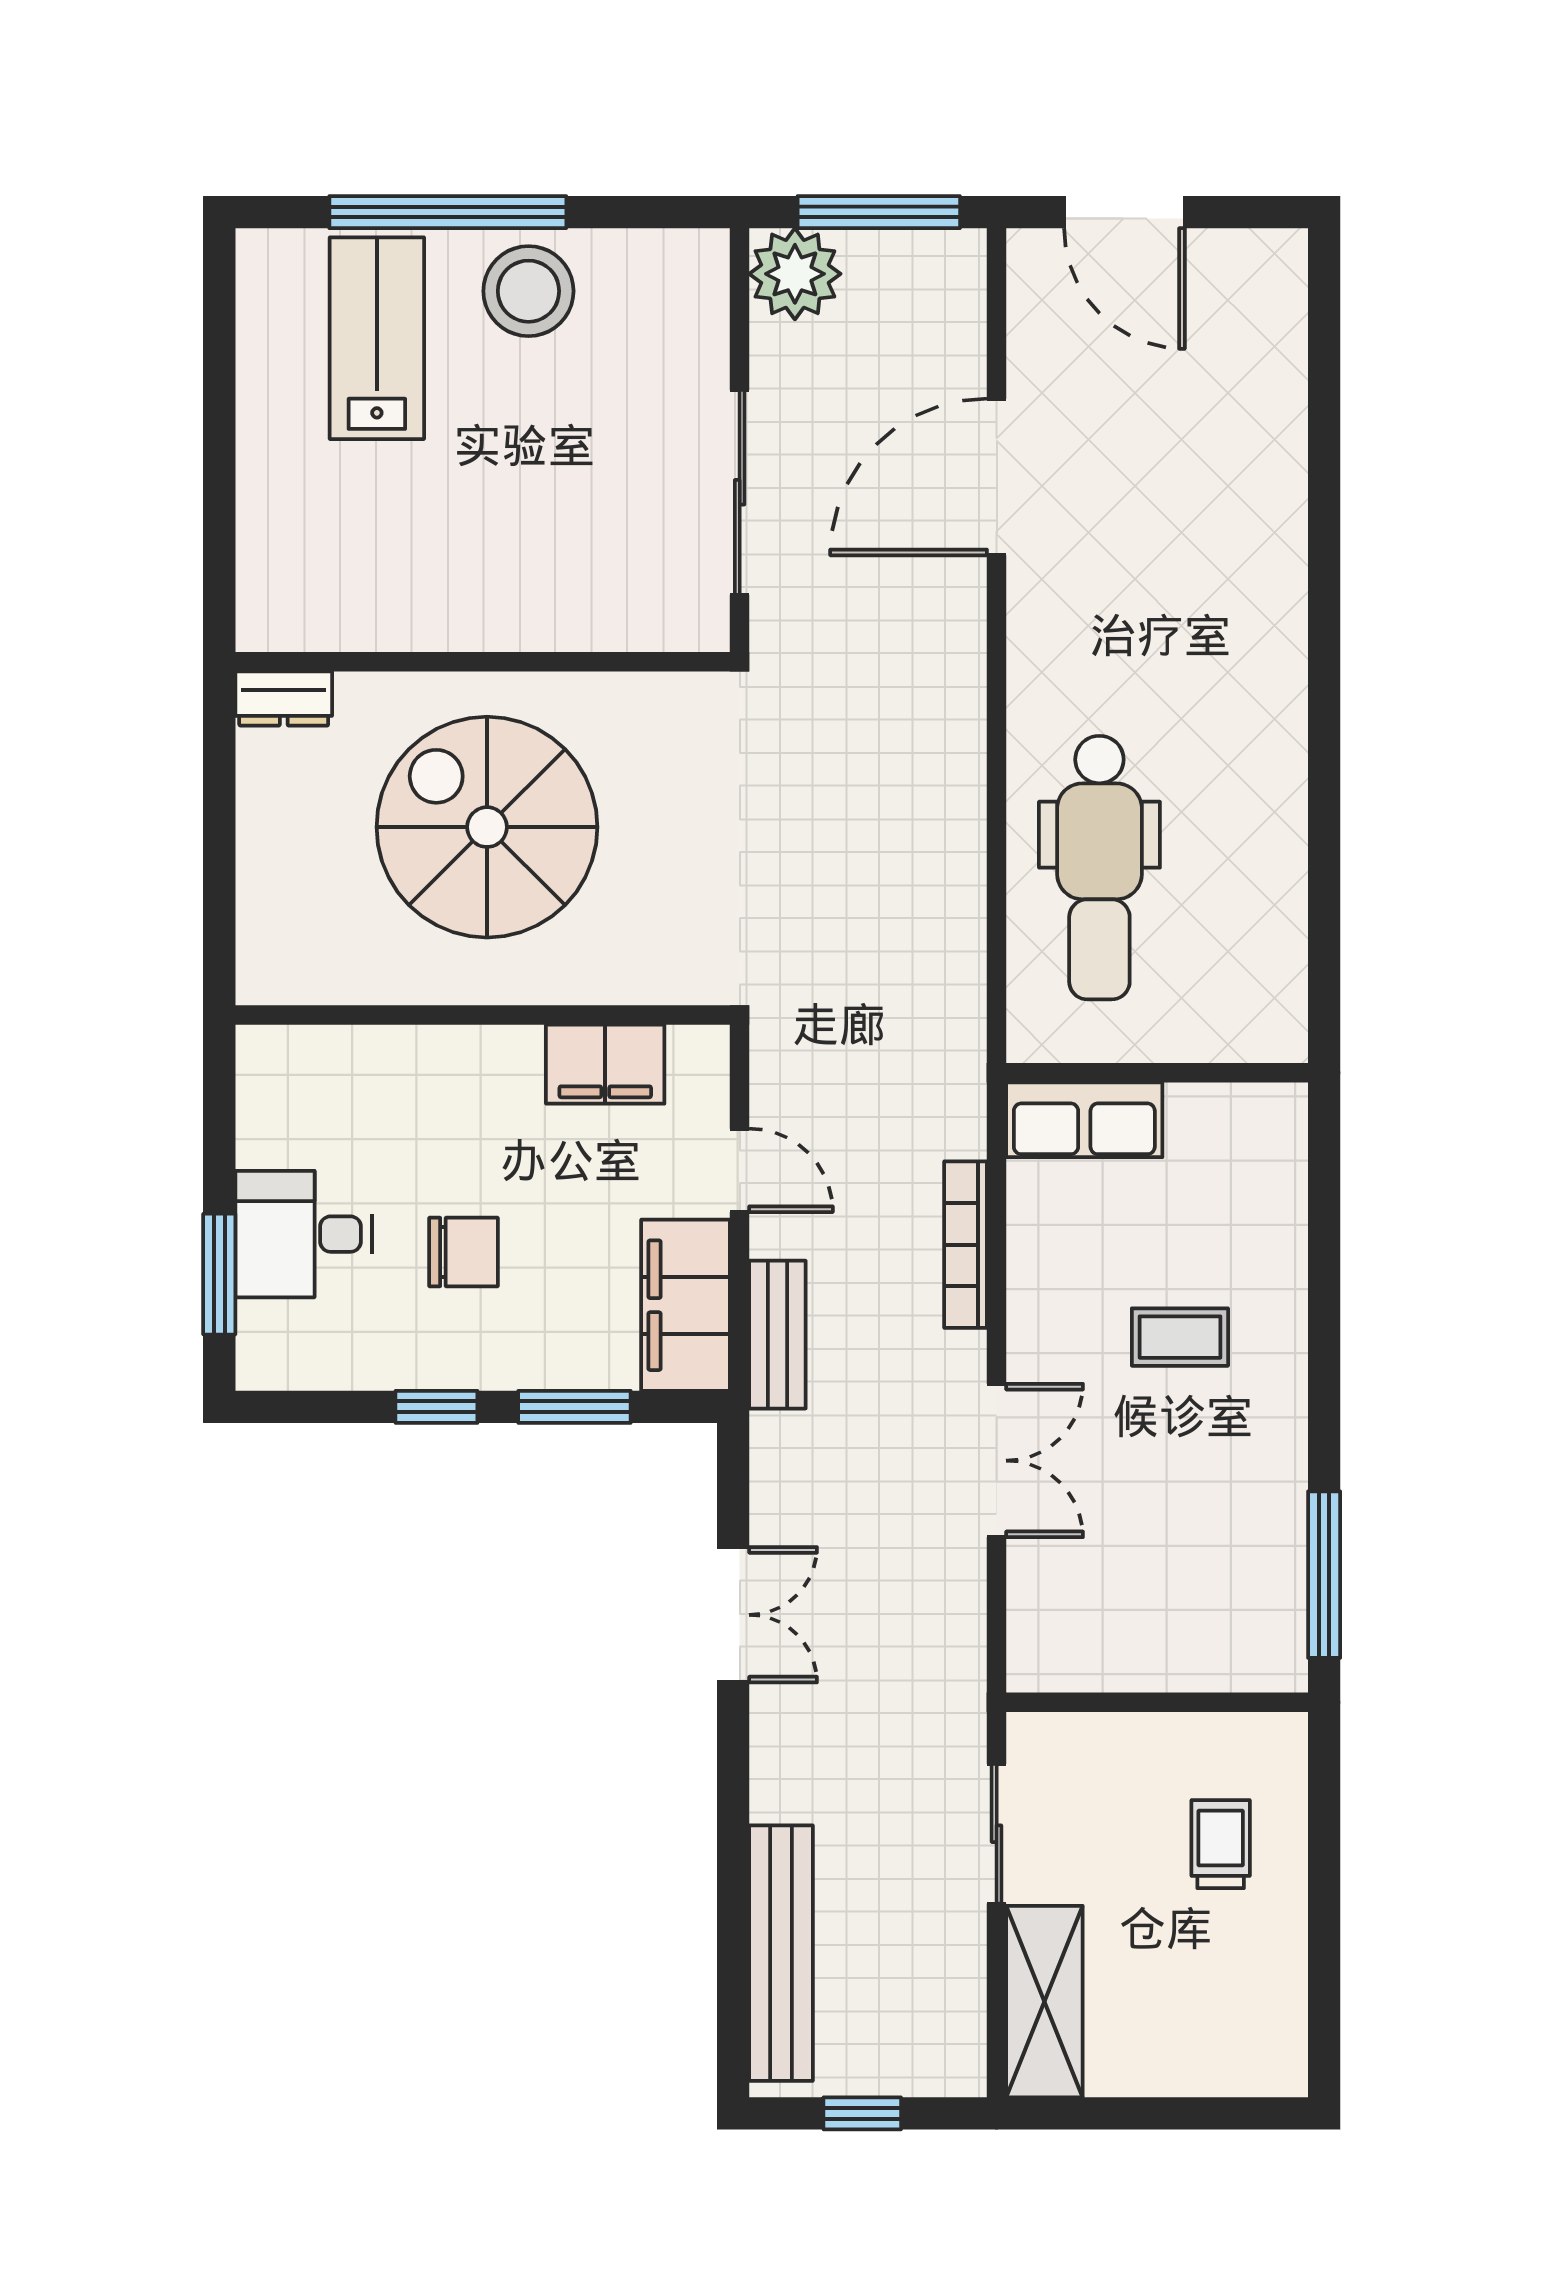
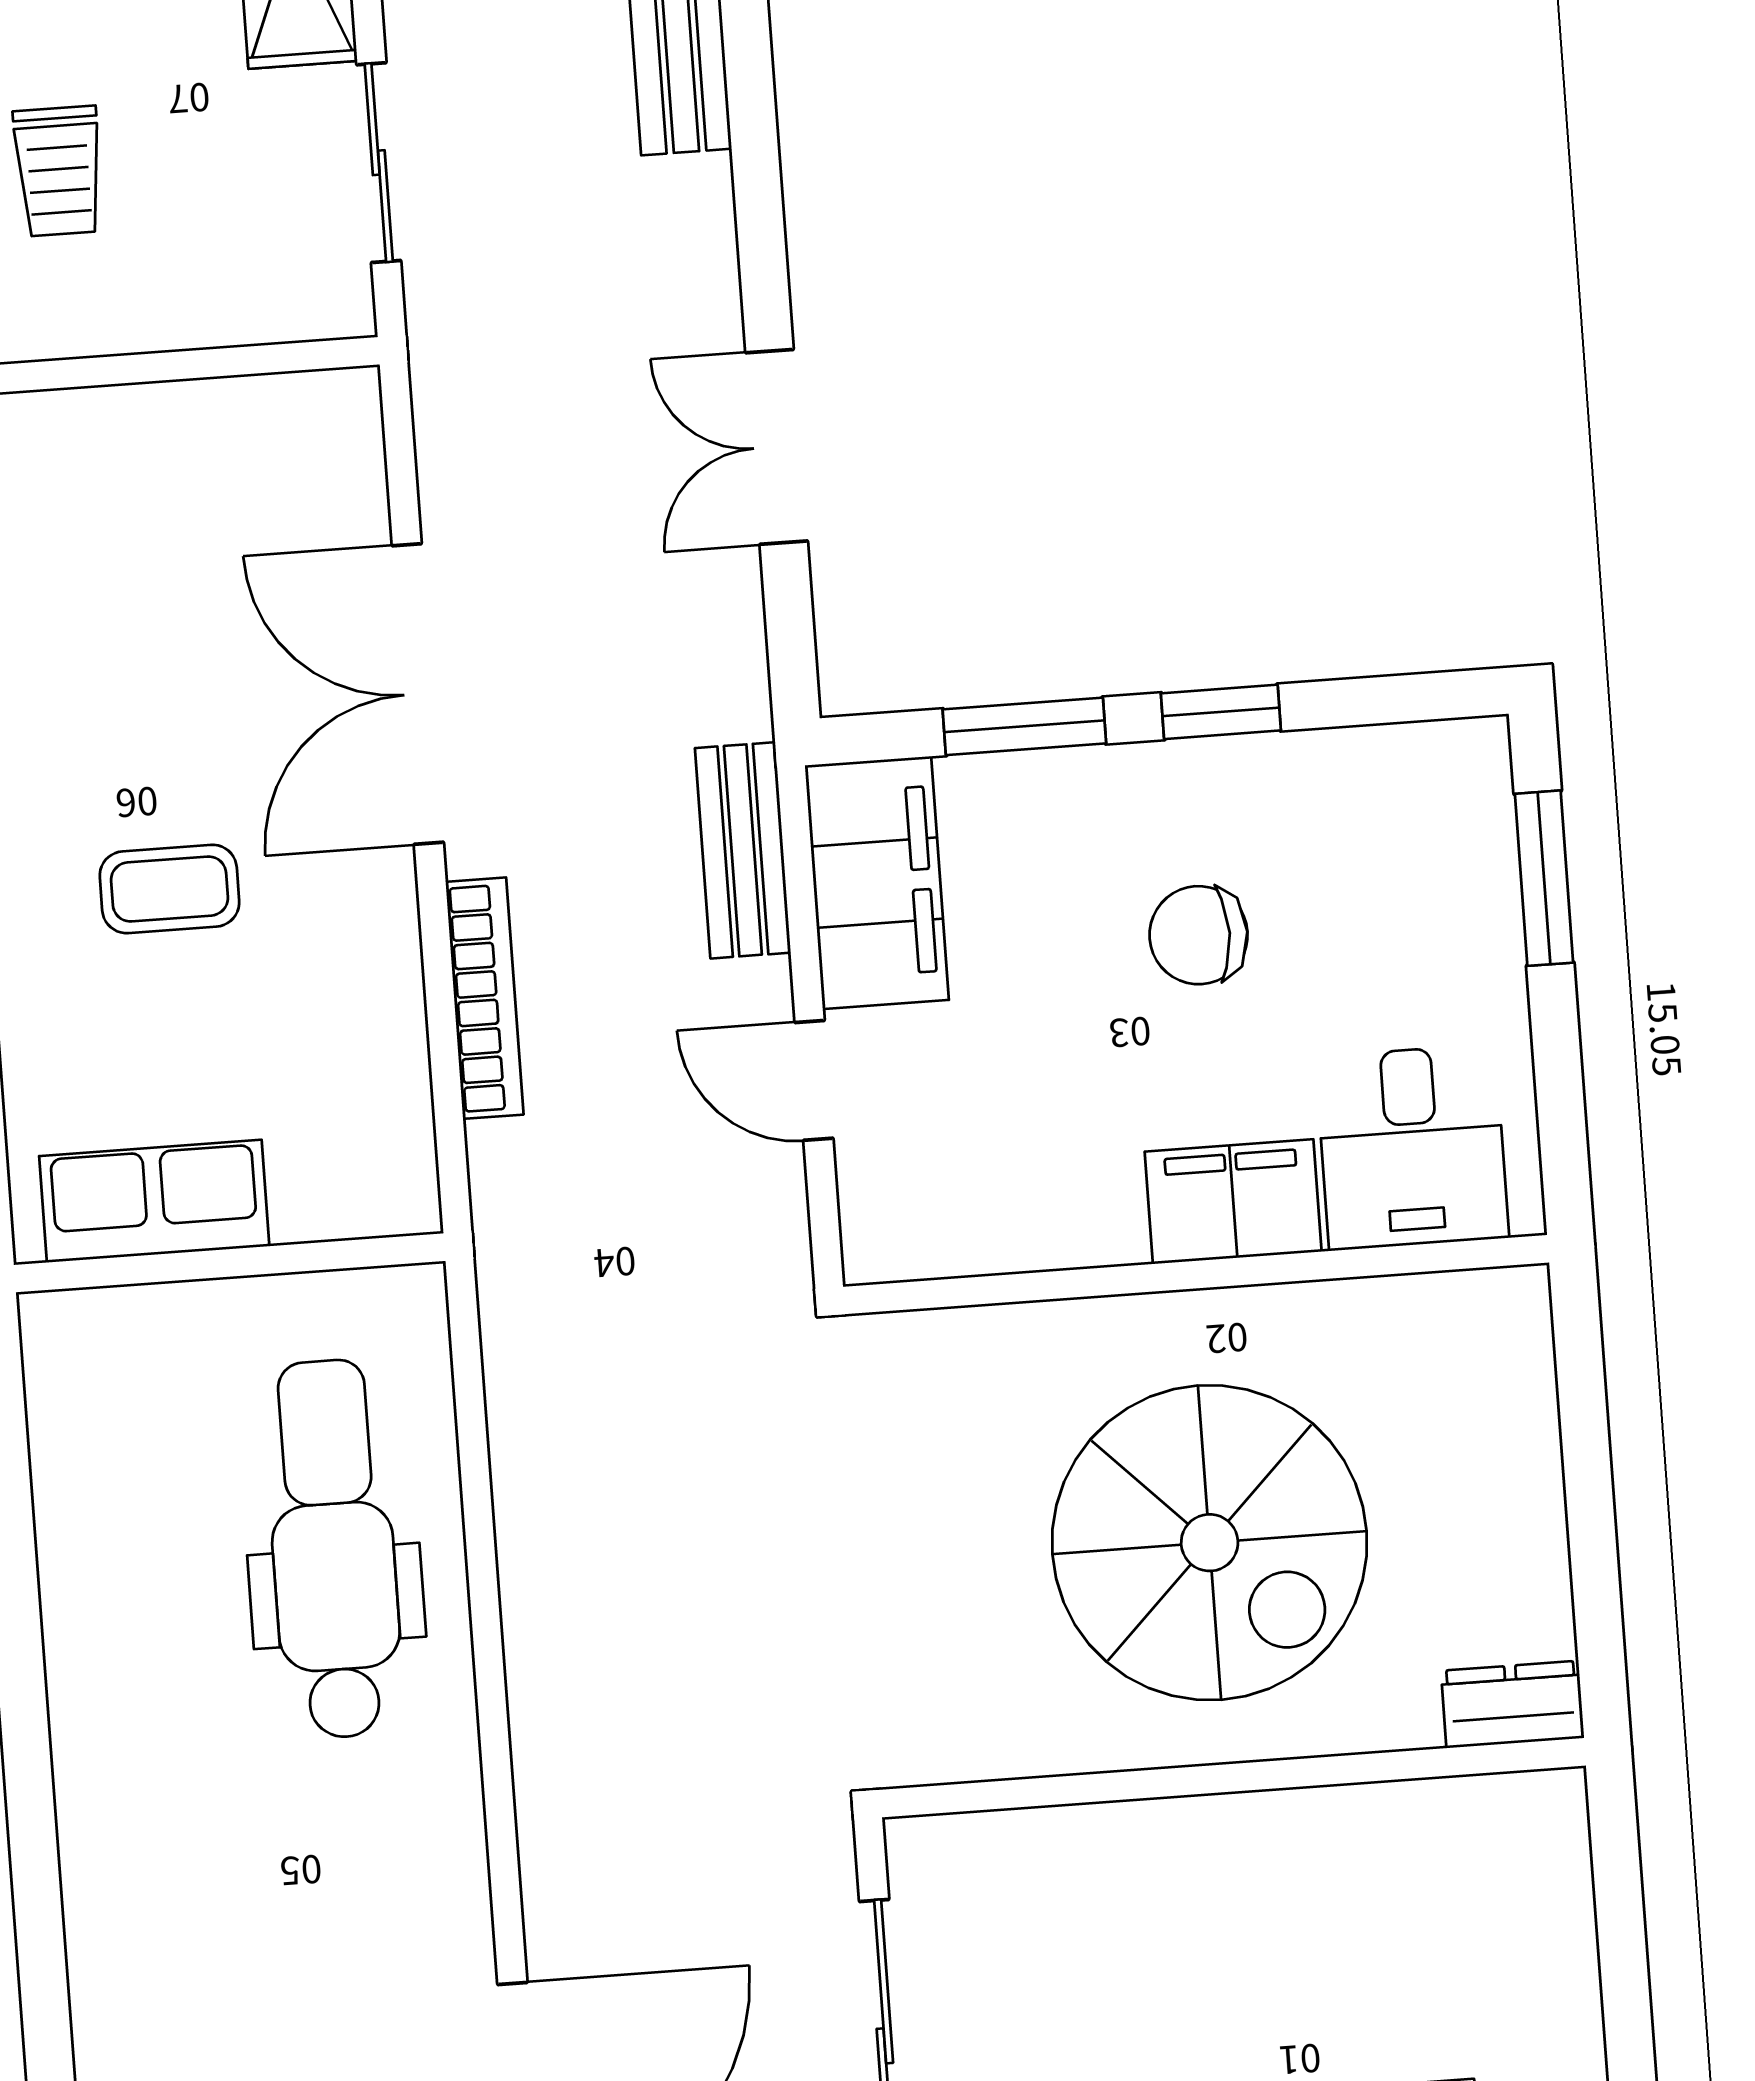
filing cabinet: (605, 1064) -> (1233, 1202), moved
row of seats: (1084, 1120) -> (154, 1201), moved
desk: (304, 1234) -> (1412, 1147), moved, turned 90
double door: (997, 1461) -> (418, 694), width x1.37

